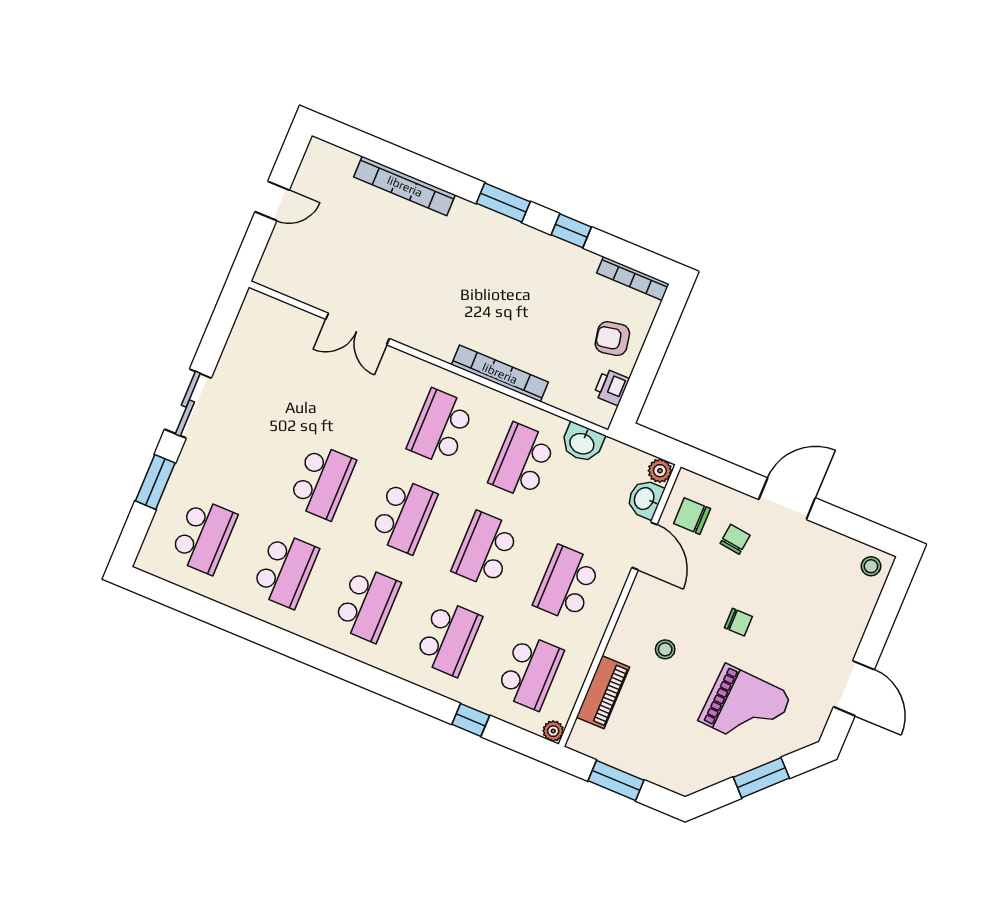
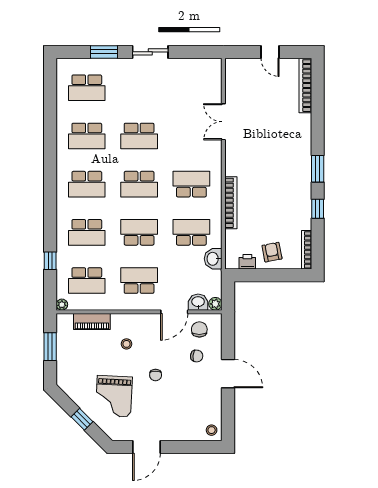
bookcase: (405, 186) -> (305, 86), moved
window: (761, 778) -> (82, 419), width x0.67

